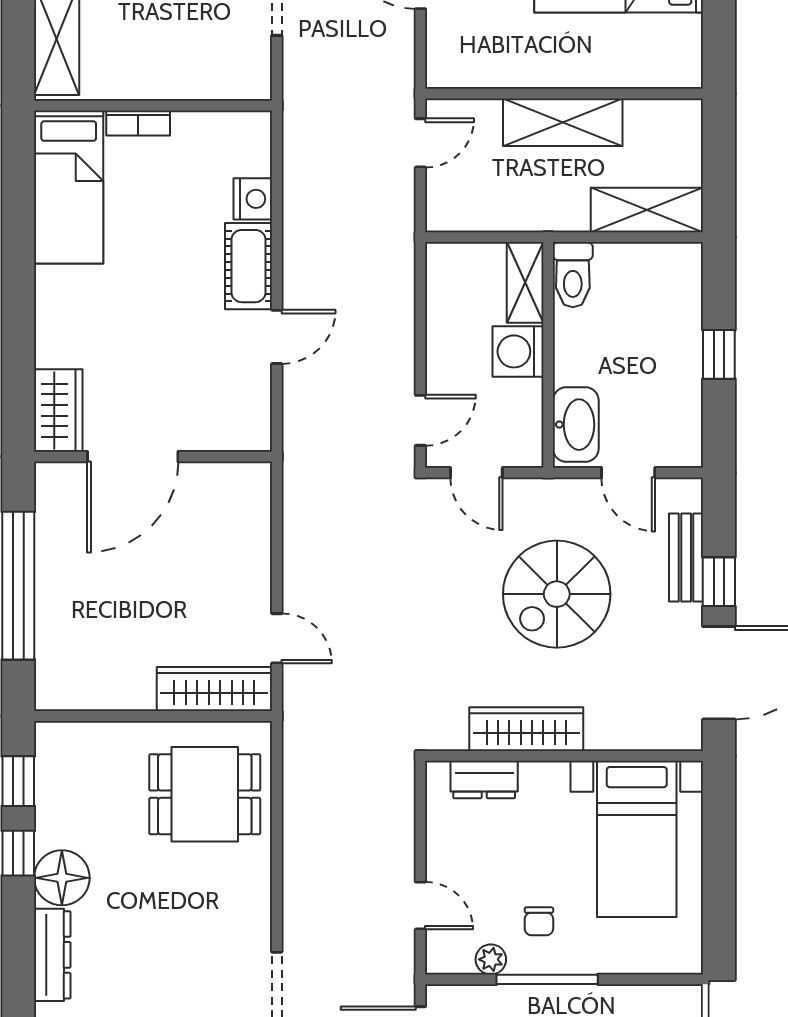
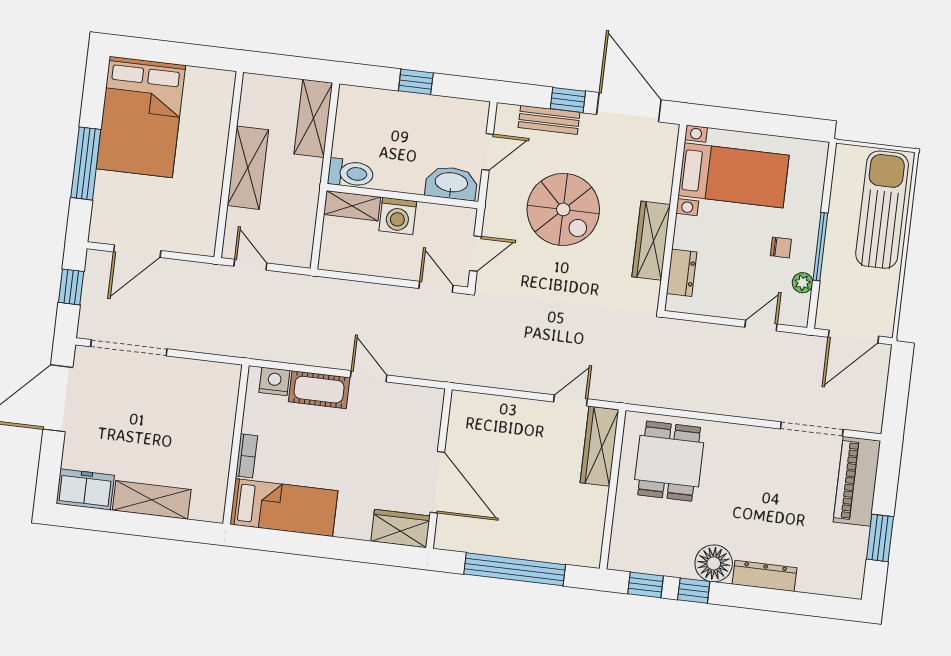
wall: (153, 106) -> (236, 445), moved
bookcase: (138, 123) -> (247, 456), moved
bed: (69, 187) -> (284, 508), moved

